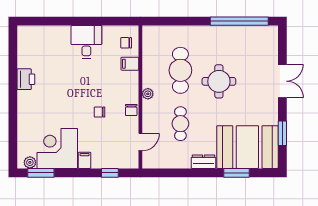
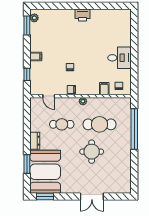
window: (239, 21) -> (134, 129), moved
printer: (26, 79) -> (82, 15), moved
window: (282, 133) -> (45, 196), moved
corner desk: (57, 148) -> (44, 37), removed

